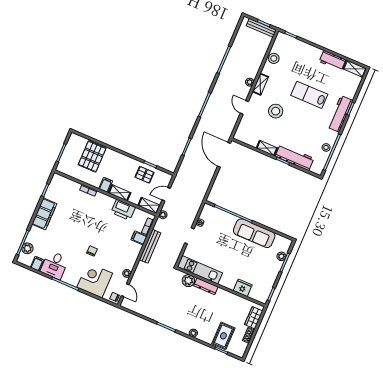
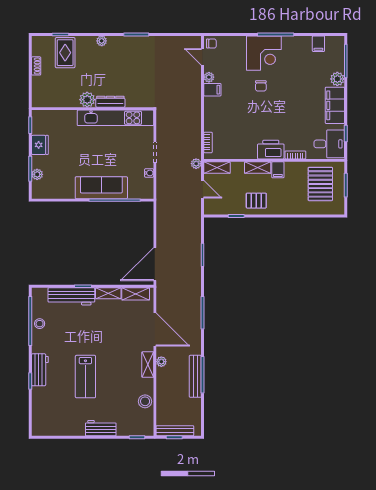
workbench: (332, 61) -> (101, 428), moved
shelving: (355, 69) -> (136, 294), moved
lab bench: (309, 95) -> (85, 377), turned 90
door: (244, 107) -> (155, 329), width x1.87
stool: (276, 111) -> (116, 341), removed
workbench: (340, 114) -> (40, 370), width x0.73
door: (224, 155) -> (155, 264), swing flipped
pallet: (92, 156) -> (320, 184), moved
pallet: (145, 175) -> (256, 201), moved
door: (166, 194) -> (203, 189), hinge flipped
printer: (123, 210) -> (271, 150), moved
sofa: (254, 233) -> (101, 188), moved
filing cabinet: (139, 238) -> (212, 90), moved
bench: (150, 246) -> (195, 376), moved
plant: (27, 248) -> (337, 79), moved
desk: (55, 265) -> (329, 144), moved, turned 90
kitchen unit: (200, 270) -> (115, 118), width x1.36
corner desk: (95, 280) -> (264, 53), moved
plant: (188, 281) -> (87, 100), moved
fridge: (243, 288) -> (40, 145), moved, turned -90
wardrobe: (254, 318) -> (39, 89), removed

